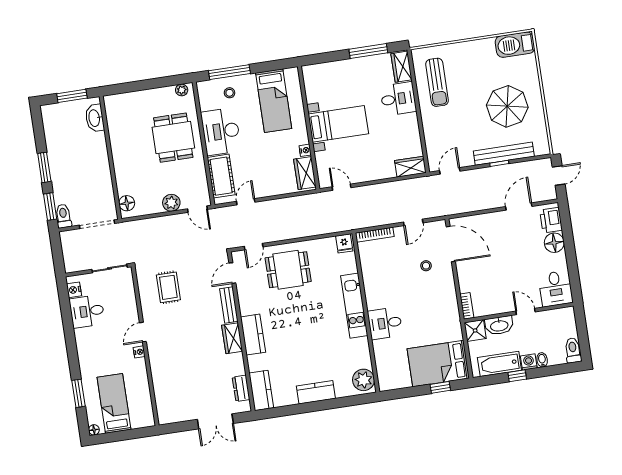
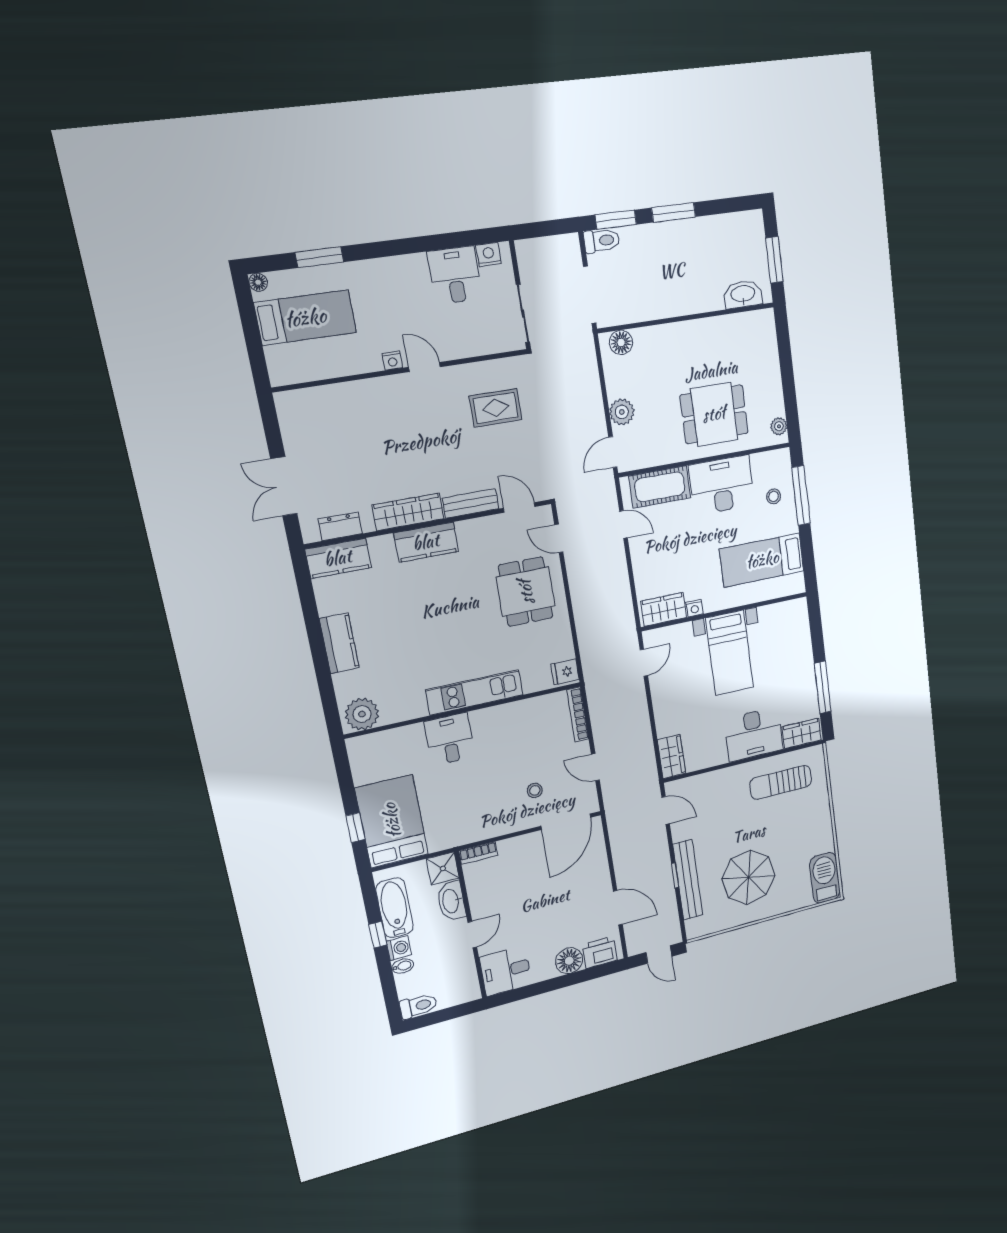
desk: (398, 99) -> (754, 734), width x1.37
wardrobe: (232, 338) -> (408, 512), width x1.50

